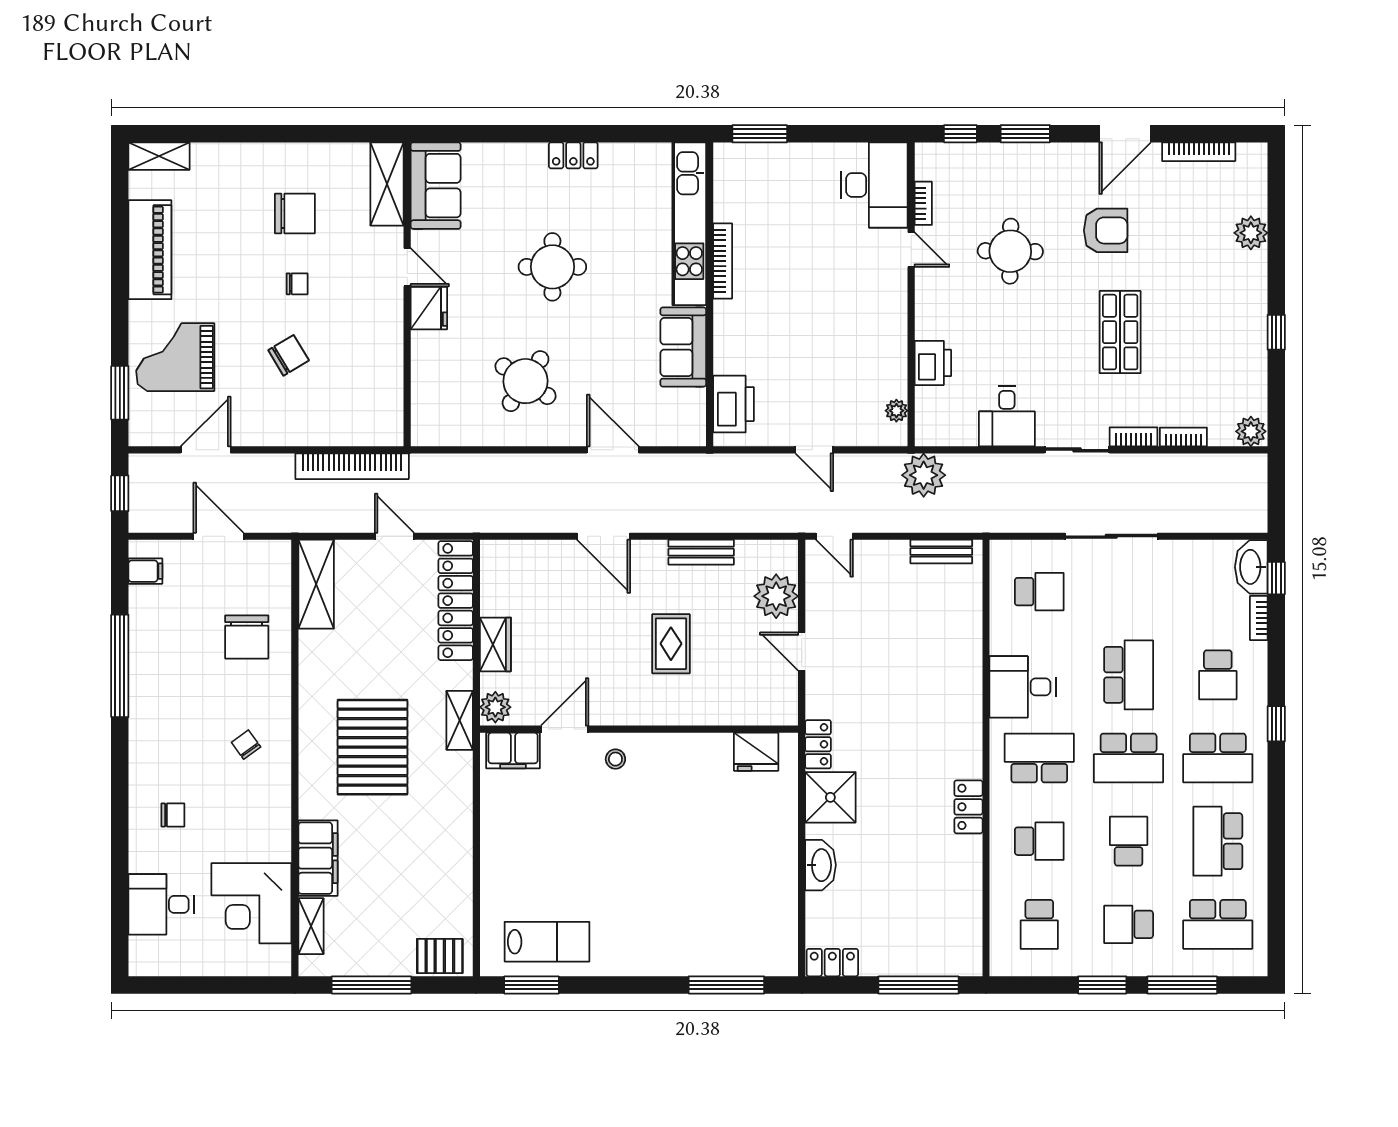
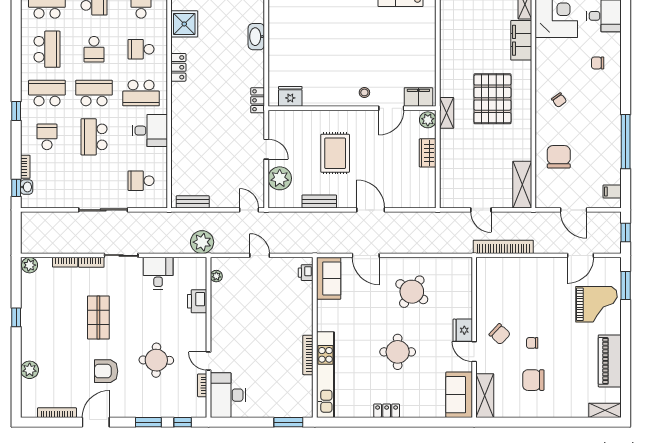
sofa: (683, 347) -> (329, 278), moved
chair: (289, 355) -> (500, 334), moved, turned -106
printer: (733, 404) -> (306, 273), width x0.53, depth x0.68
washbasin: (1251, 567) -> (27, 187), width x0.52, depth x0.69
locker: (456, 601) -> (449, 176), removed
rug: (671, 644) -> (335, 153), width x1.36, depth x1.43
shower: (830, 797) -> (184, 24), moved

